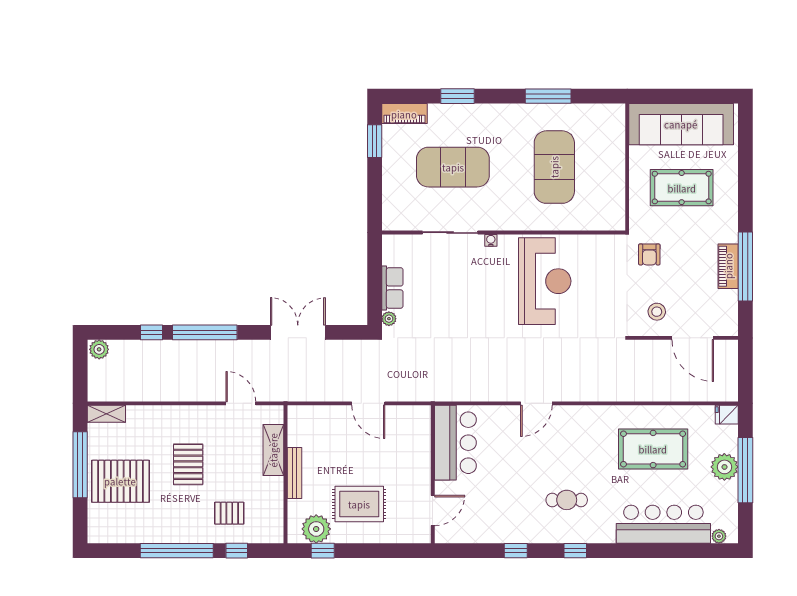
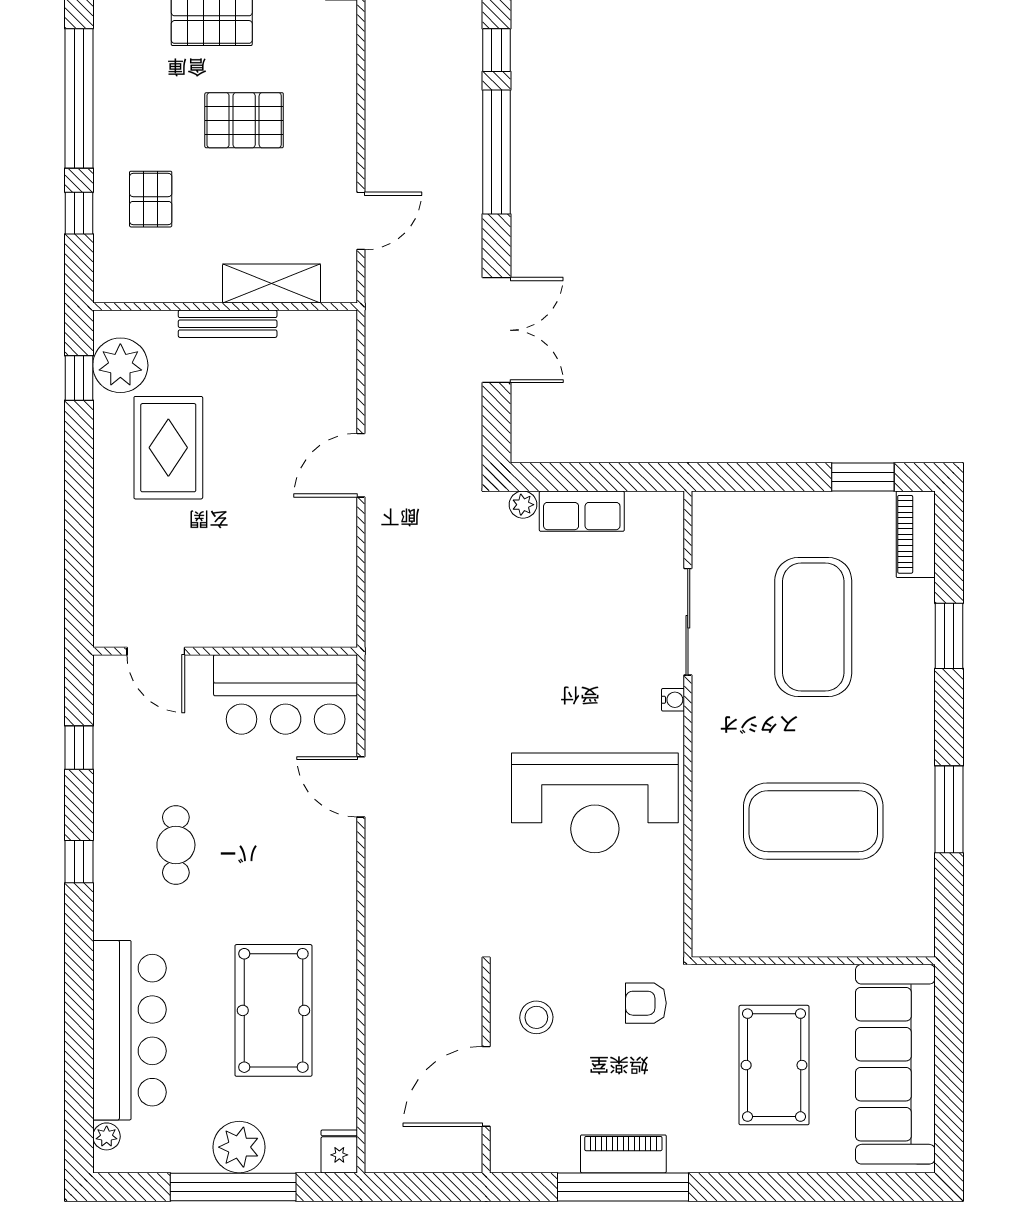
bar counter: (455, 443) -> (286, 694), moved
wall: (433, 474) -> (225, 651), moved
door: (433, 510) -> (156, 651), moved

